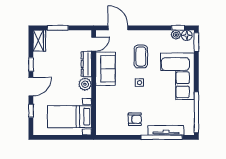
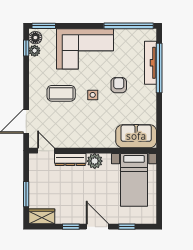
sofa: (105, 69) -> (136, 136), moved
armchair: (135, 119) -> (119, 85), moved

